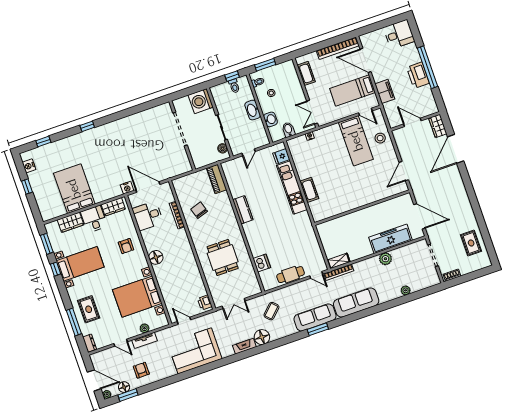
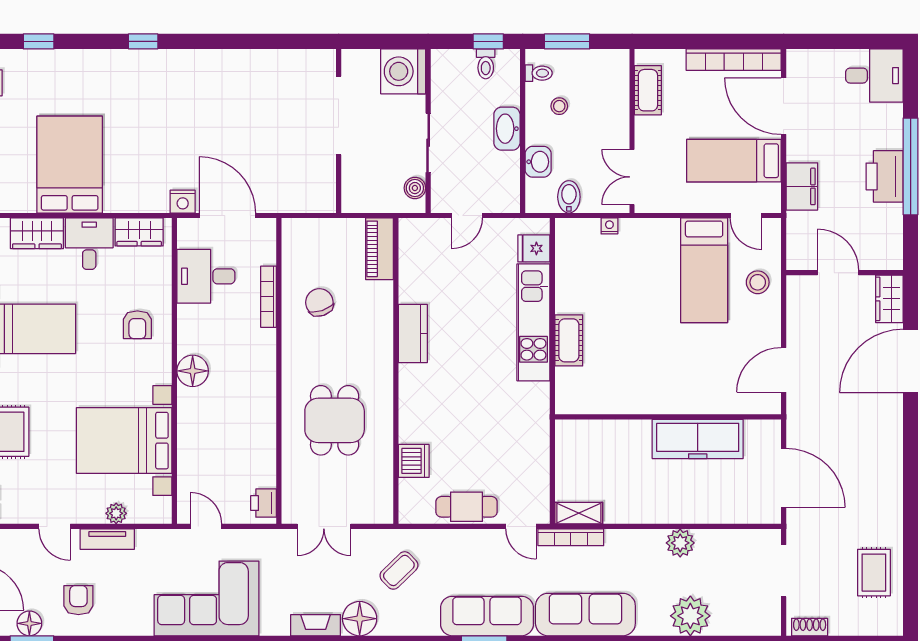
freezer: (391, 239) -> (698, 439), moved, turned 180
plant: (406, 290) -> (690, 616), width x1.88, depth x1.88

